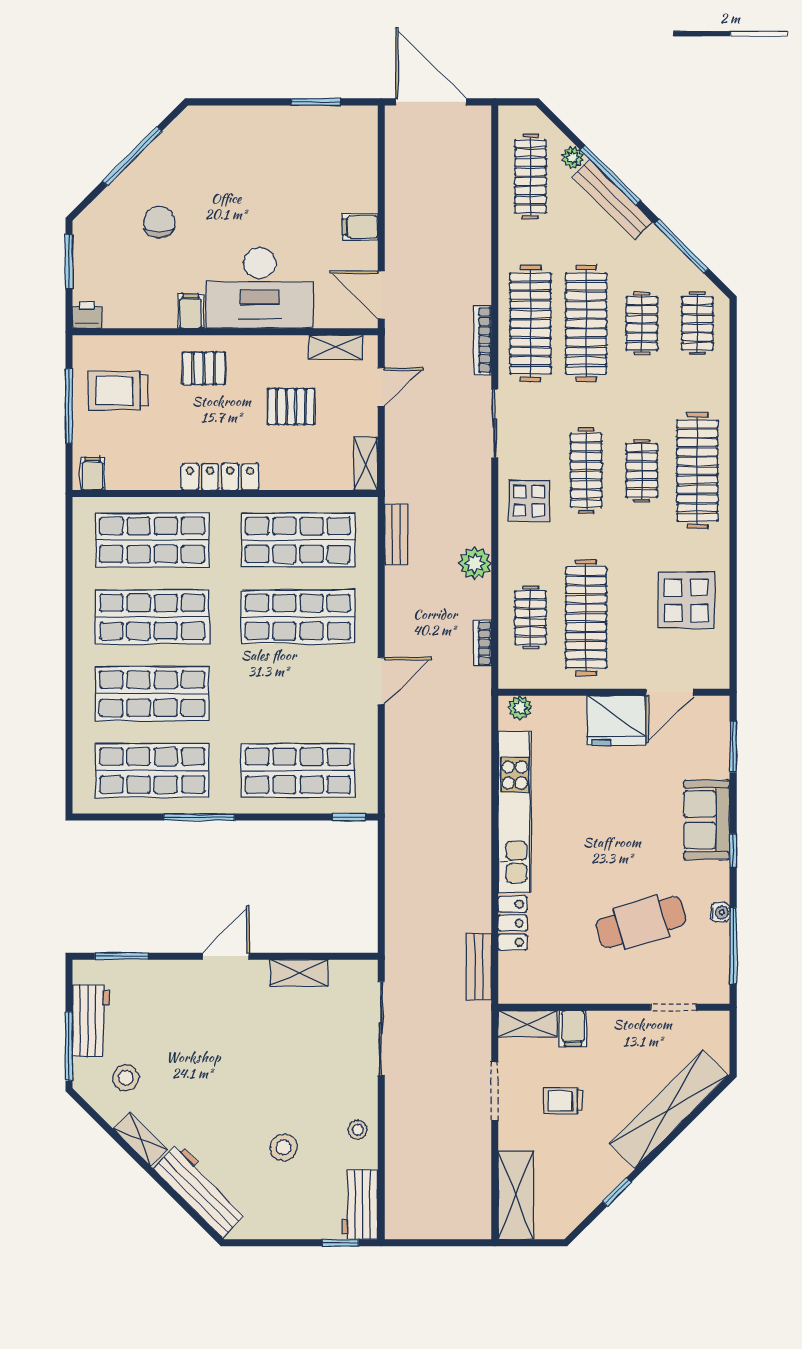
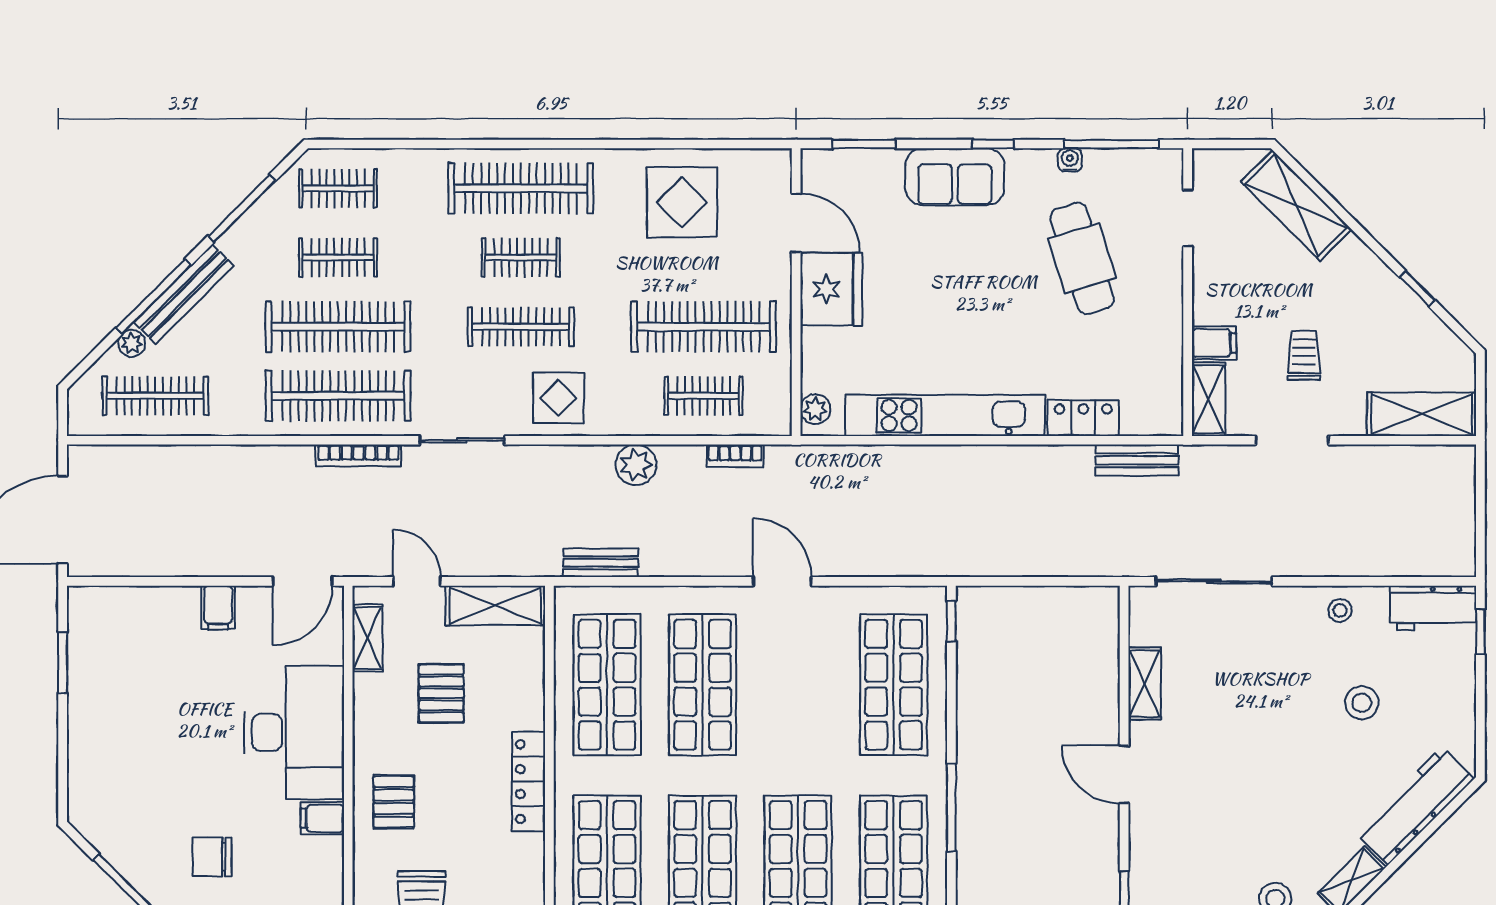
shelving: (366, 463) -> (495, 605), width x1.50, depth x1.33
trolley: (563, 1101) -> (1304, 355), turned 180
shelving: (669, 1110) -> (1296, 205), width x0.68

